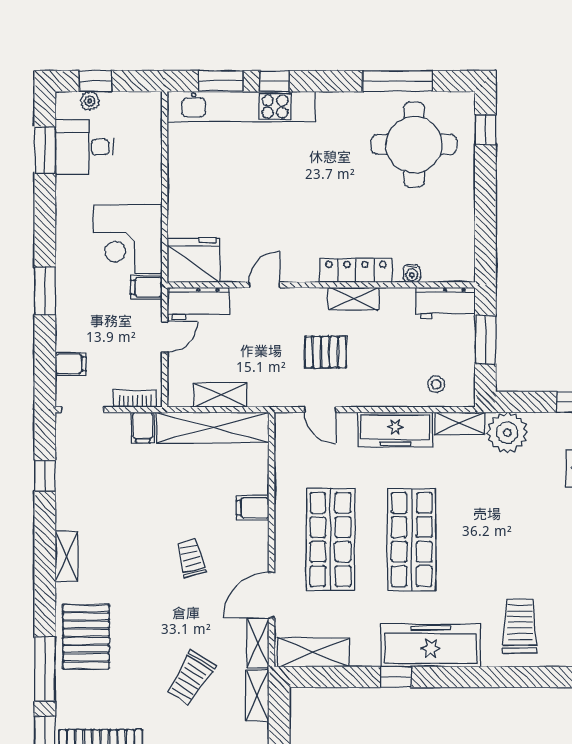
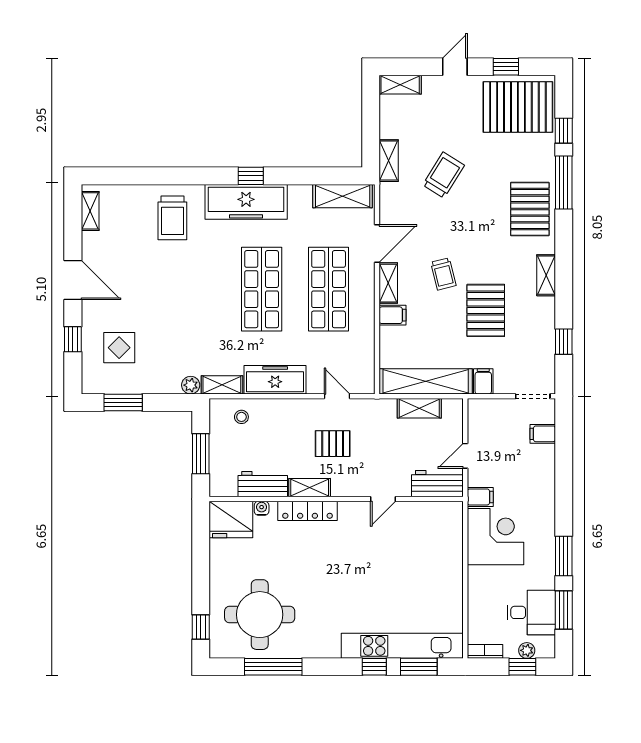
fridge: (193, 260) -> (231, 519), moved
window: (45, 291) -> (564, 556), moved
workbench: (445, 303) -> (263, 484), moved
bookcase: (135, 398) -> (485, 651), moved, turned 180
plant: (507, 433) -> (191, 385), width x0.53, depth x0.53
pallet: (140, 514) -> (486, 310), added
shelving: (258, 643) -> (388, 283), moved
window: (396, 677) -> (251, 176), moved

